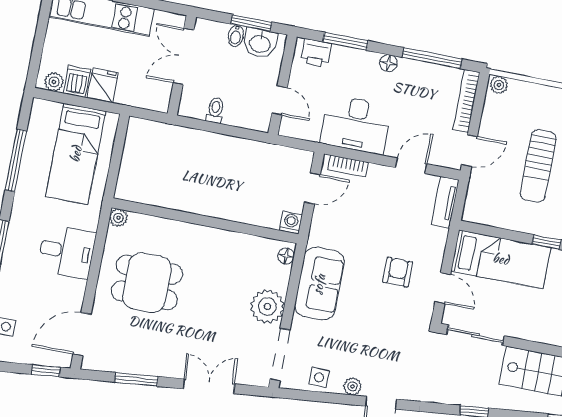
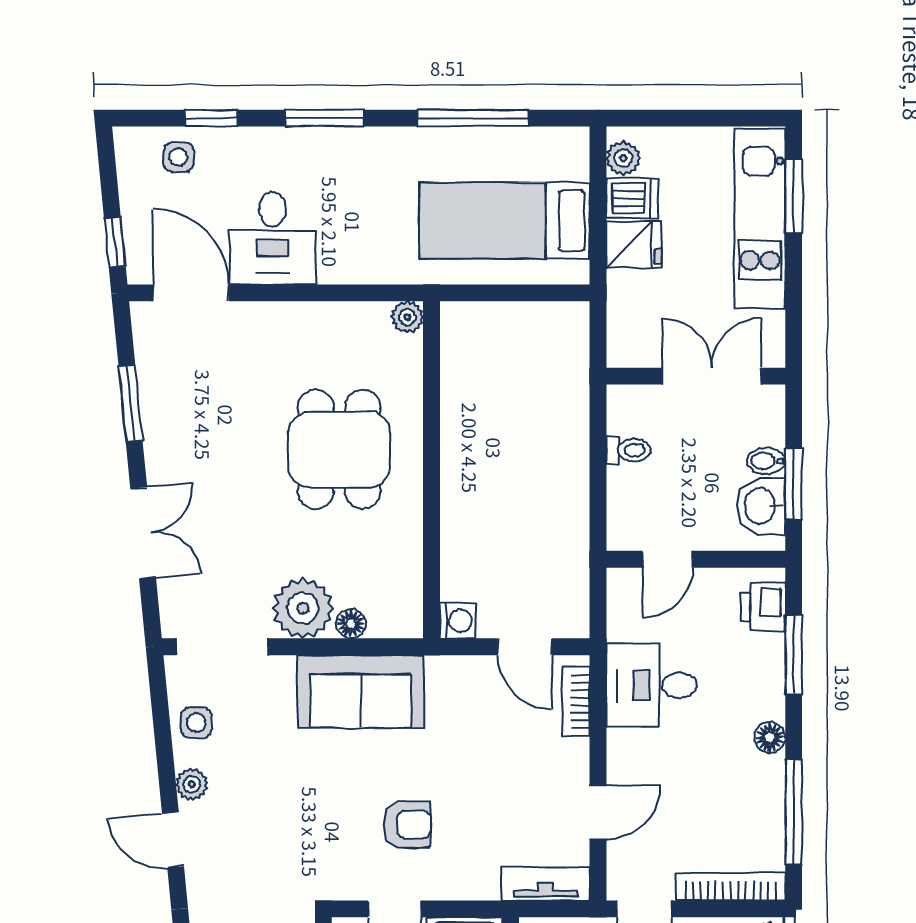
desk: (356, 124) -> (652, 685), width x0.73
door: (411, 166) -> (598, 812), hinge flipped
desk: (67, 251) -> (272, 238), moved
floor lamp: (286, 256) -> (351, 624), moved
dining table: (147, 283) -> (339, 449), moved

